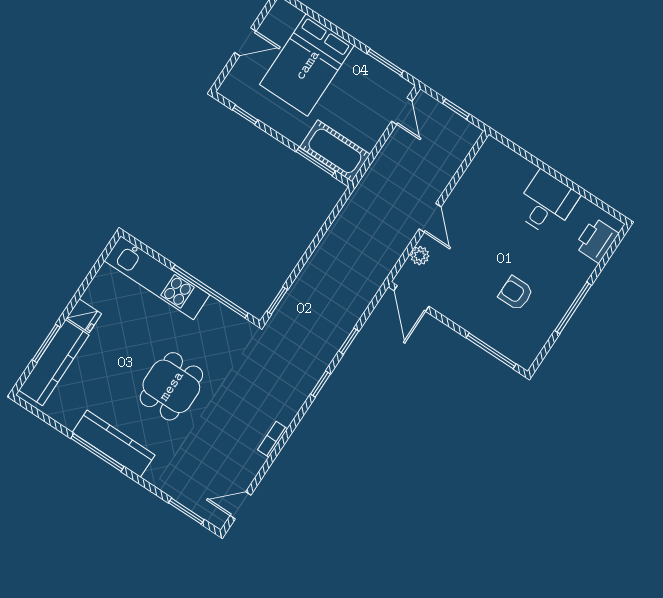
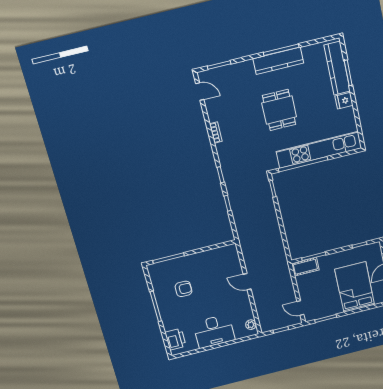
cot: (335, 151) -> (305, 267), width x0.73, depth x0.75
desk: (546, 203) -> (214, 331), width x1.37
plant: (420, 256) -> (251, 325), moved
kitchen unit: (157, 278) -> (319, 150), width x1.36
door: (411, 298) -> (221, 245), removed
door: (240, 505) -> (200, 92), hinge flipped

